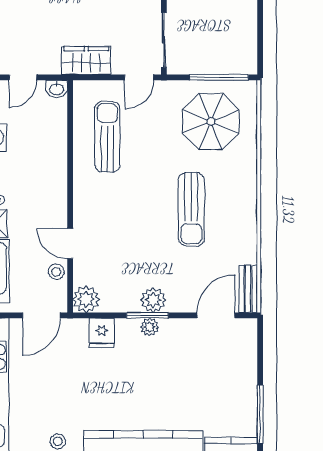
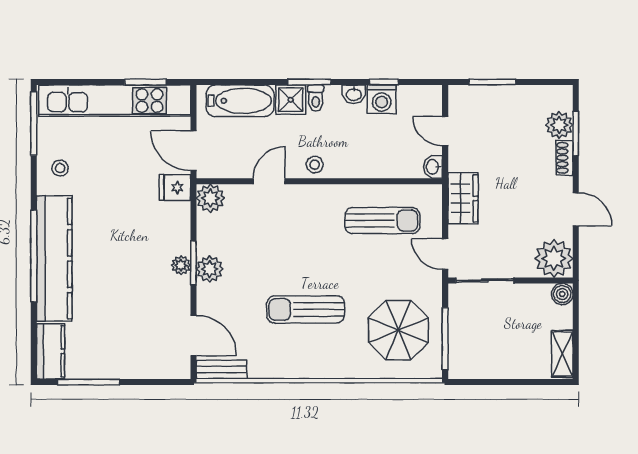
stool: (56, 272) -> (315, 165), moved
fridge: (102, 333) -> (175, 187), moved

